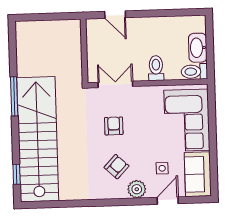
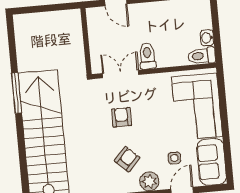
washbasin: (198, 48) -> (207, 38), width x0.52, depth x0.69
toilet: (156, 68) -> (147, 56), moved
window: (17, 174) -> (24, 173), removed

